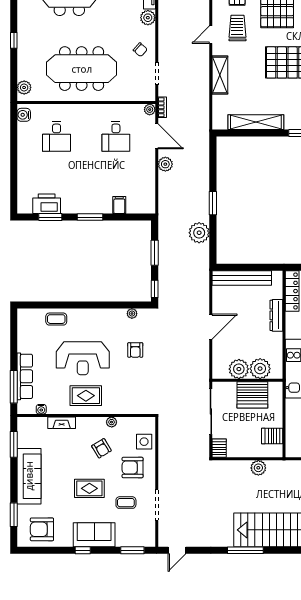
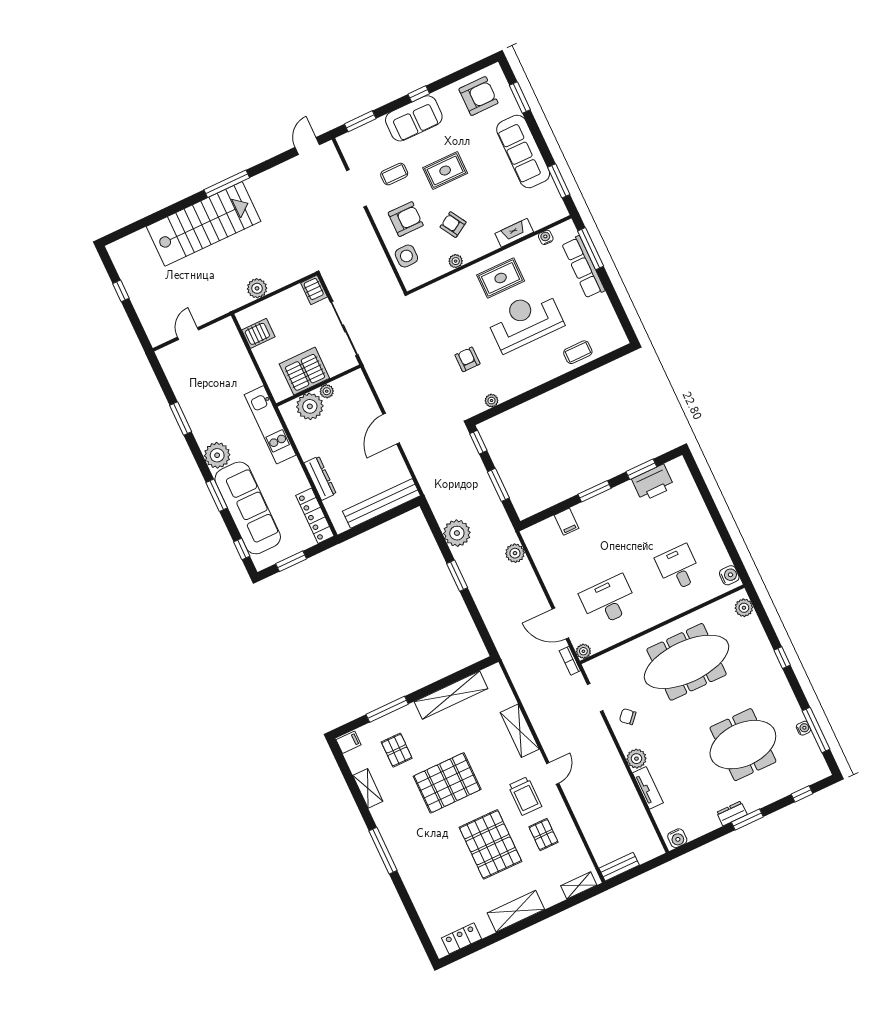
desk: (116, 136) -> (608, 601), width x1.37
plant: (165, 164) -> (515, 553), moved
plant: (239, 369) -> (327, 391), width x0.53, depth x0.53

